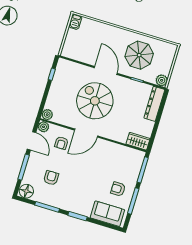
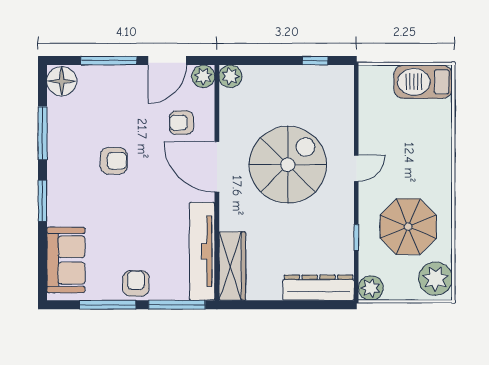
barbecue: (75, 22) -> (423, 82), width x1.88, depth x1.53
plant: (166, 50) -> (436, 279), added
door: (106, 70) -> (356, 168), width x0.53
wardrobe: (138, 141) -> (232, 266), width x1.50
tv unit: (122, 151) -> (202, 251), added
armchair: (51, 178) -> (114, 161), moved
armchair: (118, 189) -> (136, 283), moved

